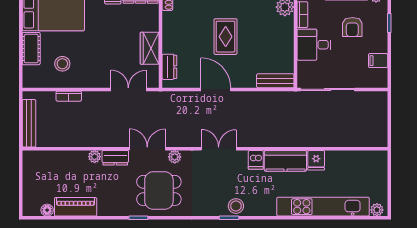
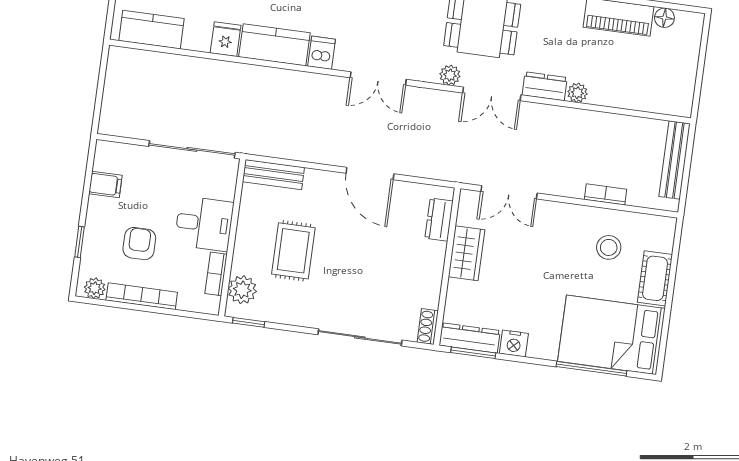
rug: (226, 37) -> (293, 251), moved
kitchen counter: (363, 160) -> (152, 30), added

